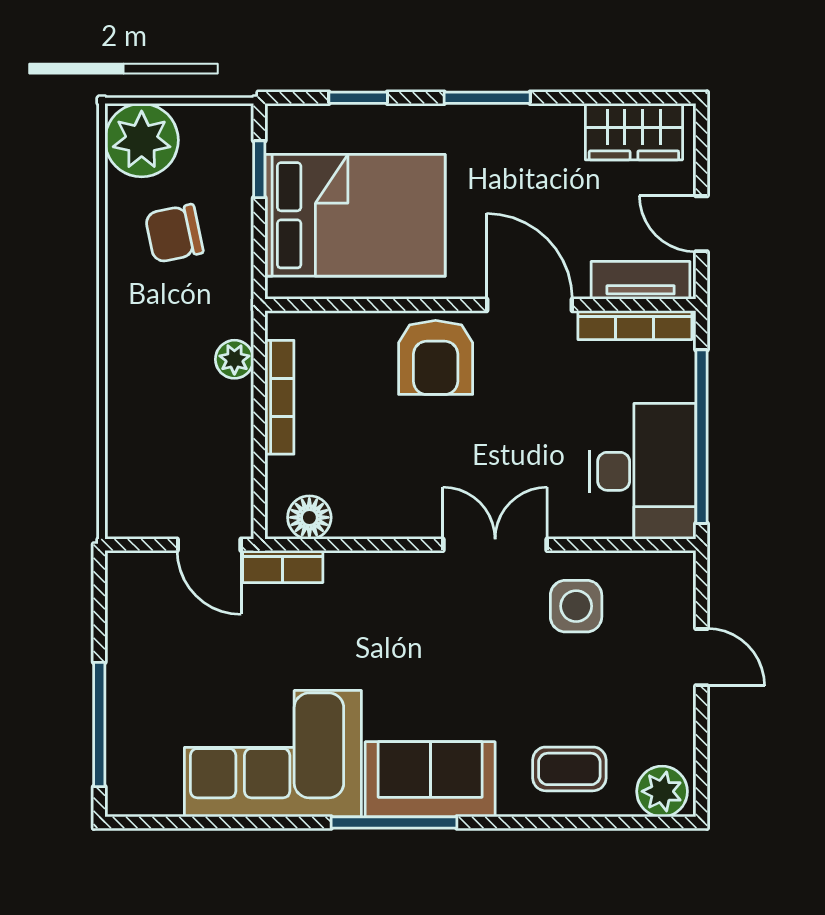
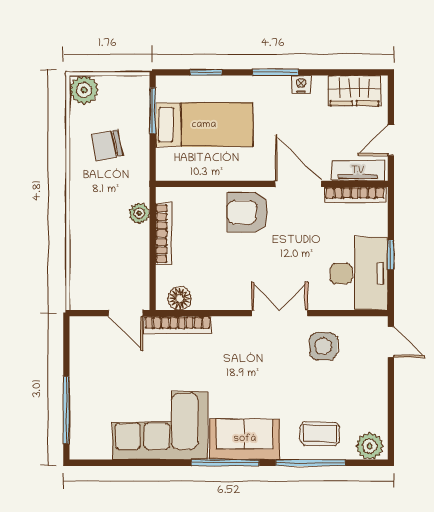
nightstand: (535, 120) -> (301, 84), added
plant: (142, 140) -> (84, 90), width x0.73, depth x0.73
window: (259, 169) -> (153, 111), width x1.50
bed: (355, 215) -> (204, 125), width x0.67
door: (701, 224) -> (391, 140), hinge flipped
armchair: (436, 357) -> (248, 212), turned 90
window: (701, 437) -> (391, 255), width x0.32
bookcase: (283, 567) -> (177, 325), width x1.56
door: (701, 657) -> (391, 342), moved
window: (552, 822) -> (311, 463), added

